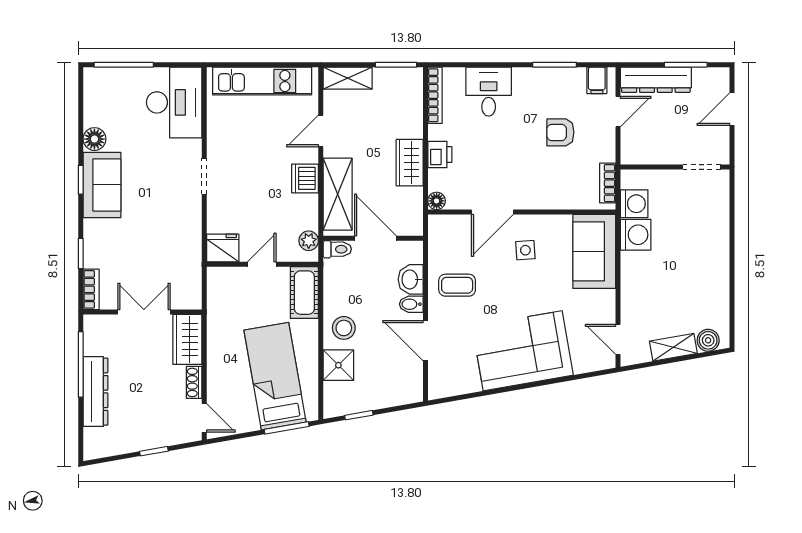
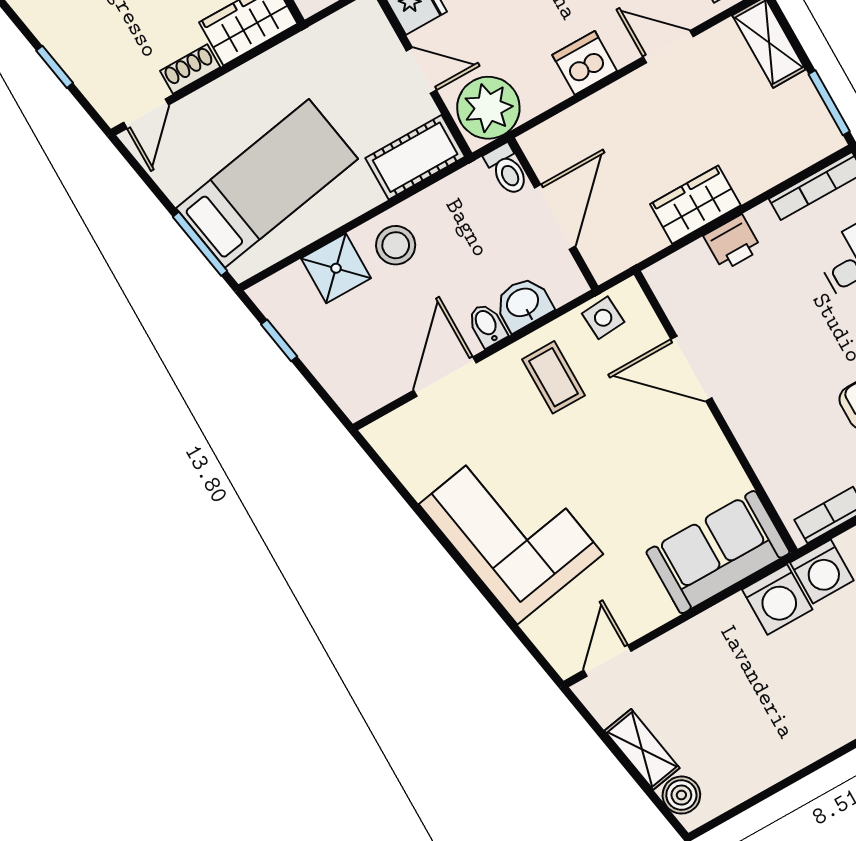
shelving: (338, 194) -> (589, 124), removed
floor lamp: (437, 201) -> (661, 277), removed
plant: (309, 241) -> (488, 108), width x1.88, depth x1.88
side table: (525, 250) -> (603, 318), moved

